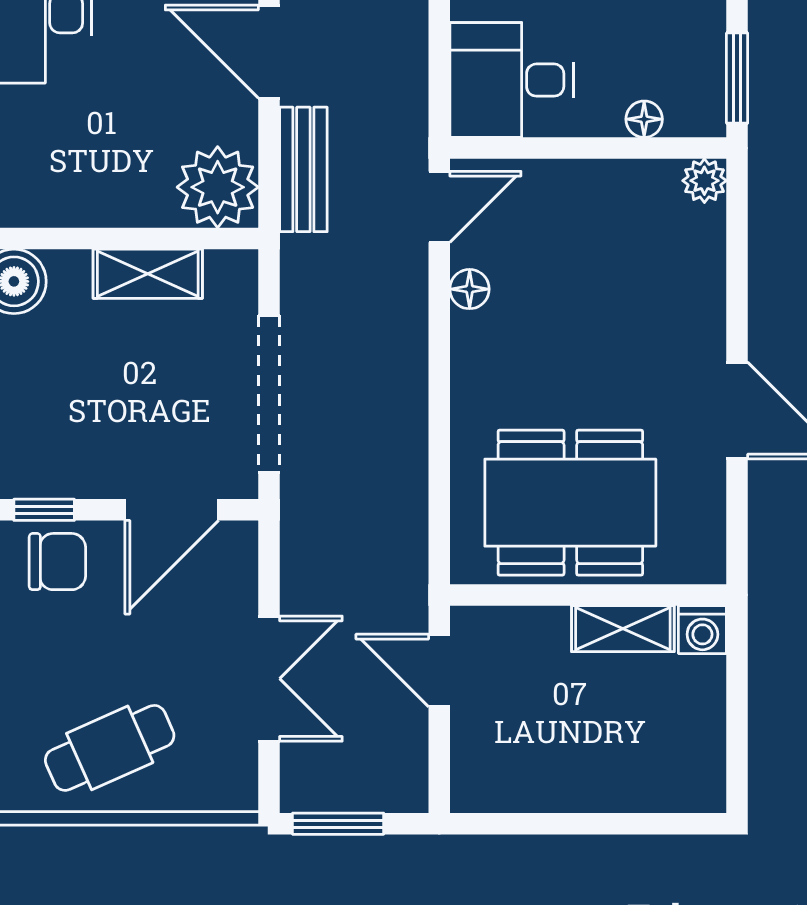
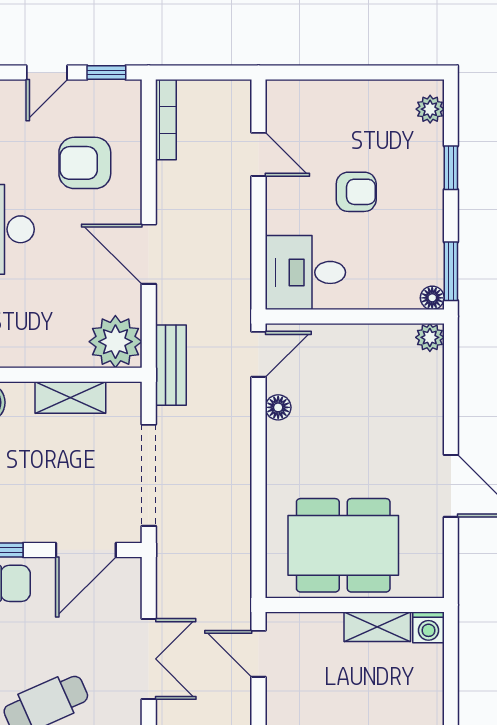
floor lamp: (644, 119) -> (432, 298), moved
bench: (303, 169) -> (171, 365), moved

